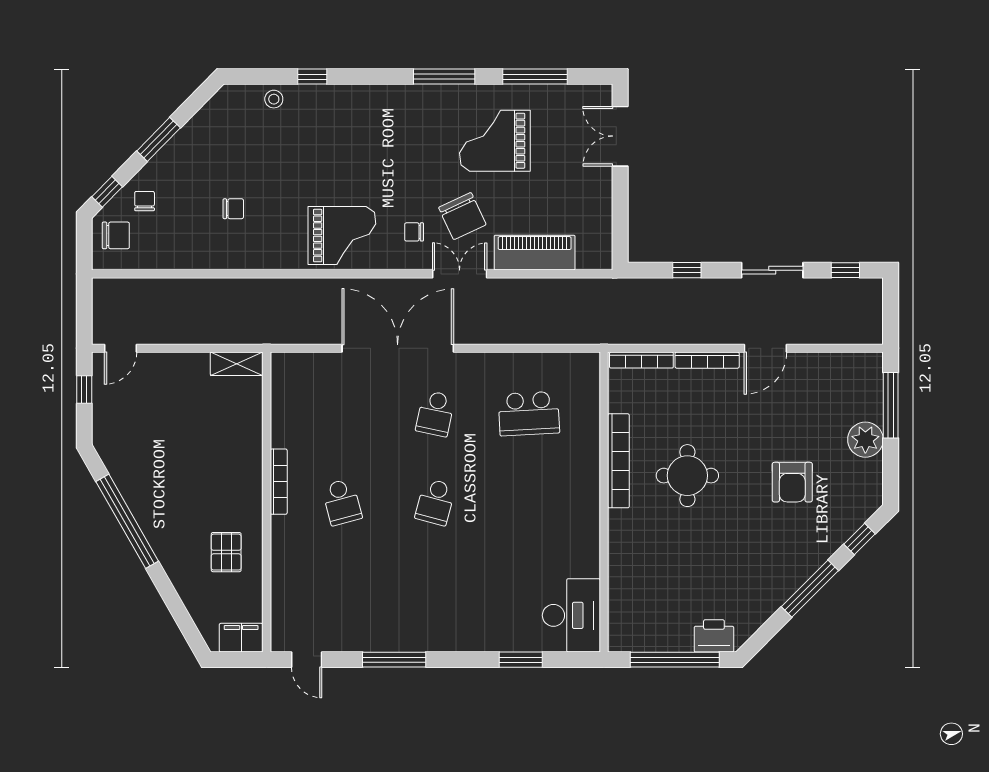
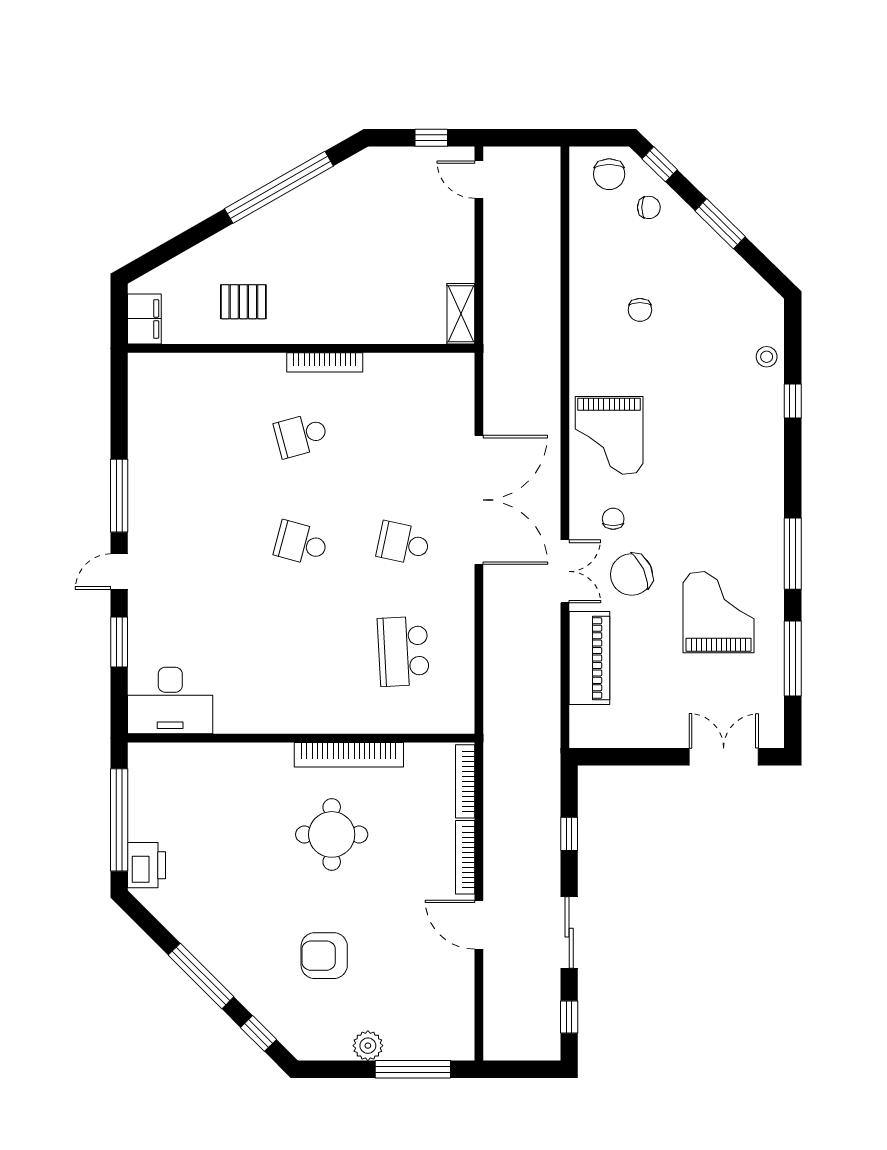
plant: (865, 440) -> (368, 1046), width x0.73, depth x0.73
door: (307, 660) -> (119, 572), moved

